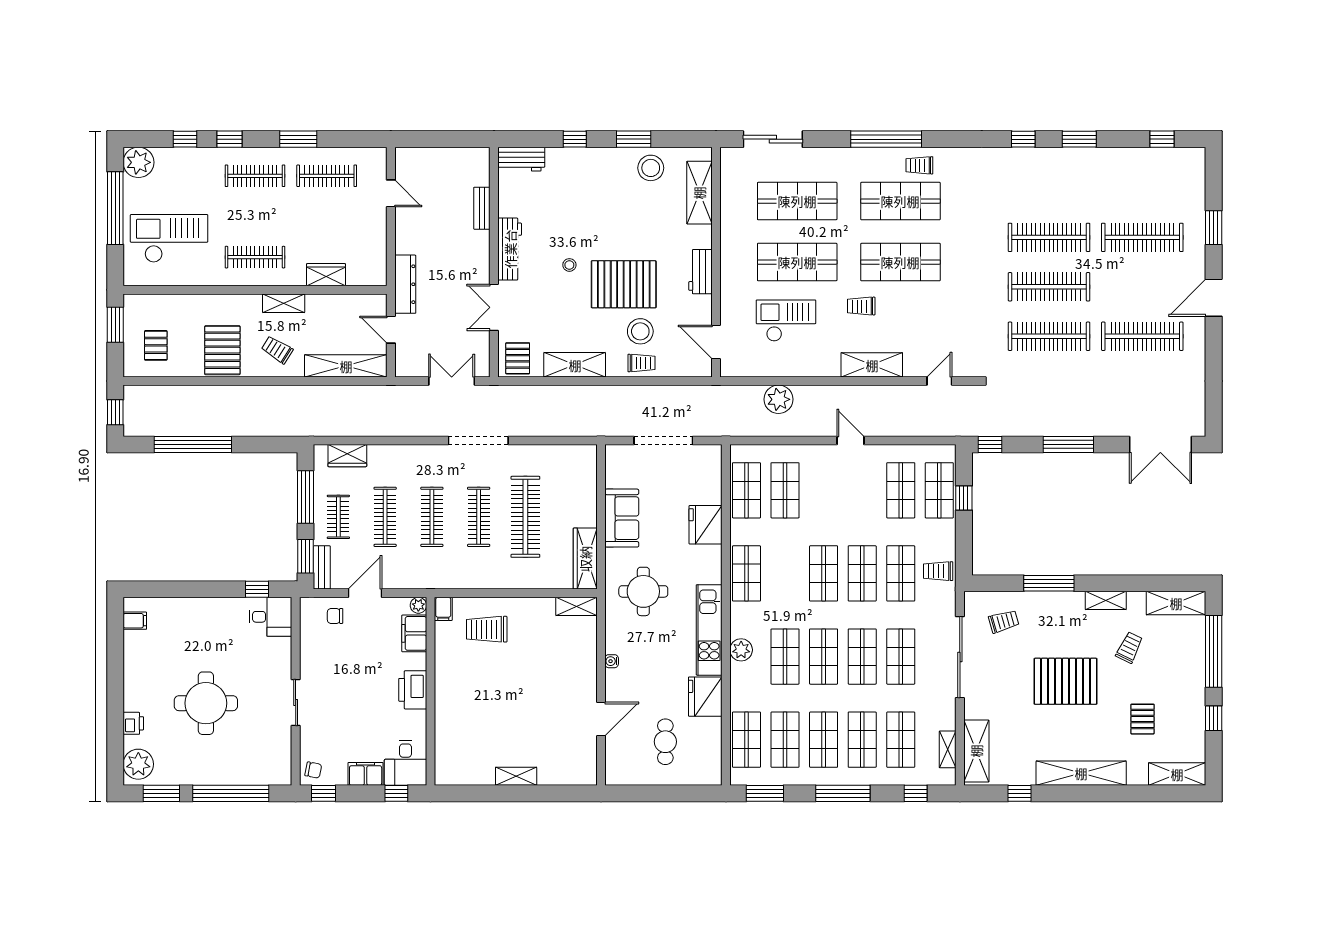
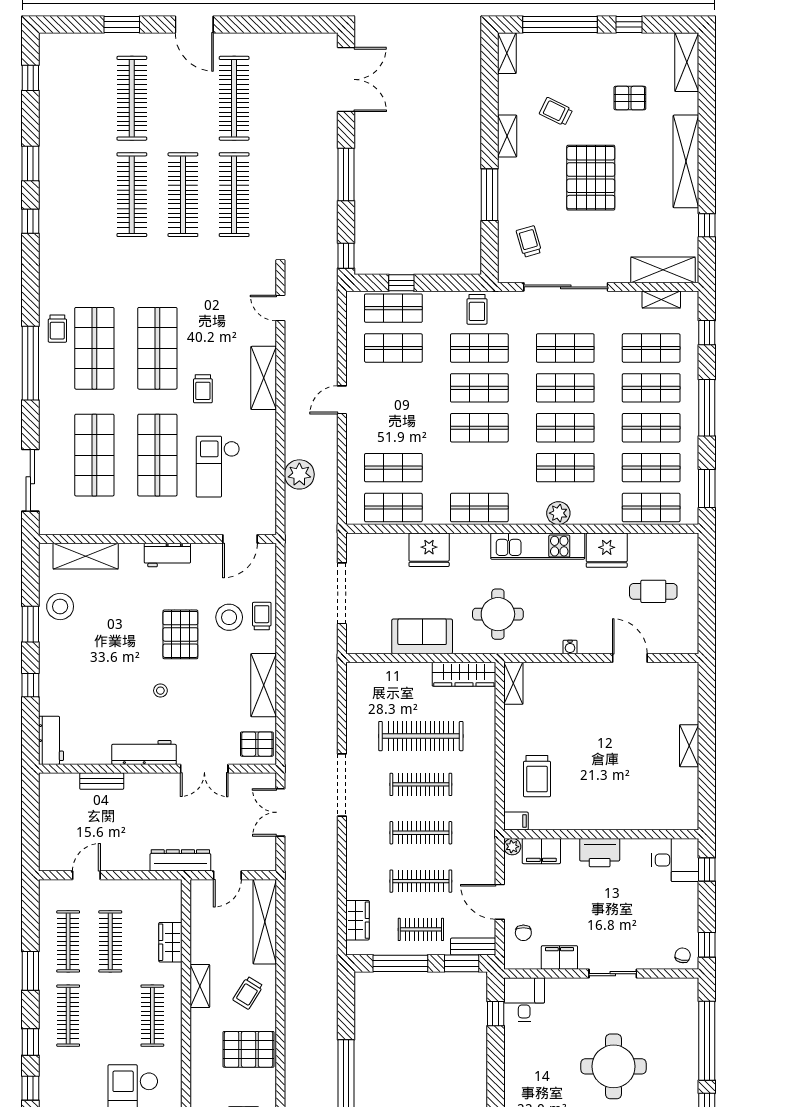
clothes rail: (327, 216) -> (110, 941), added
pallet: (624, 284) -> (180, 634), width x0.73, depth x0.71
shelving: (1176, 603) -> (507, 53), width x0.67, depth x0.75
filing cabinet: (366, 774) -> (559, 958), moved, turned 90

